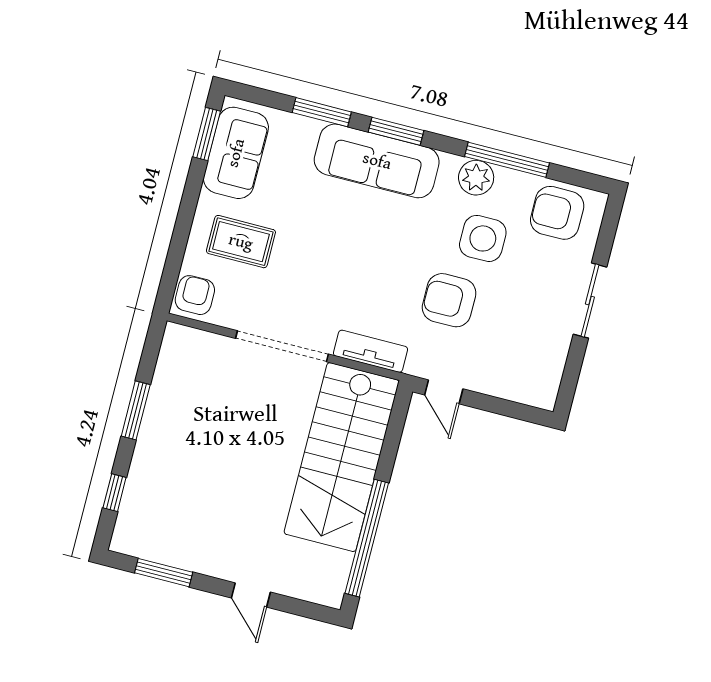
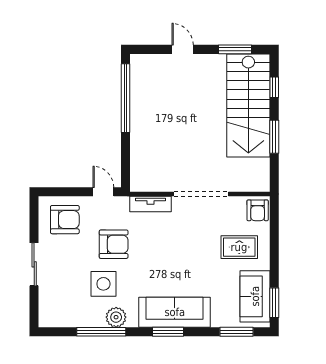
window: (322, 112) -> (236, 332), moved
armchair: (557, 213) -> (65, 220), moved
stairs: (342, 457) -> (248, 105), moved, turned 180

